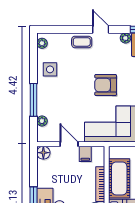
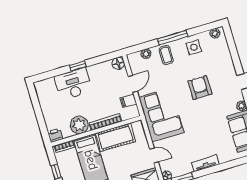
coffee table: (82, 42) -> (166, 55), moved
armchair: (106, 85) -> (200, 88), moved
window: (33, 100) -> (172, 38), moved

